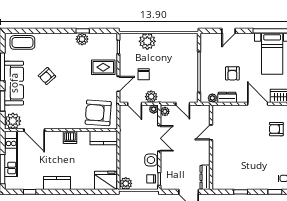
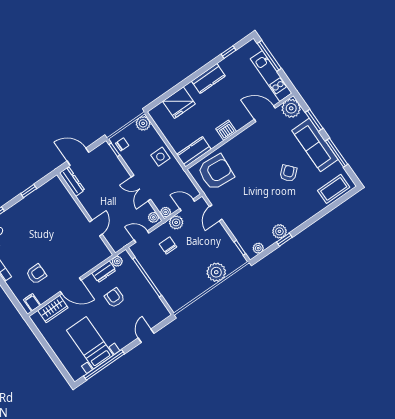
plant: (106, 38) -> (258, 248), added
rug: (103, 67) -> (241, 219), removed
chair: (144, 74) -> (168, 245), moved
side table: (151, 160) -> (160, 157), moved
fridge: (106, 180) -> (179, 103), moved

